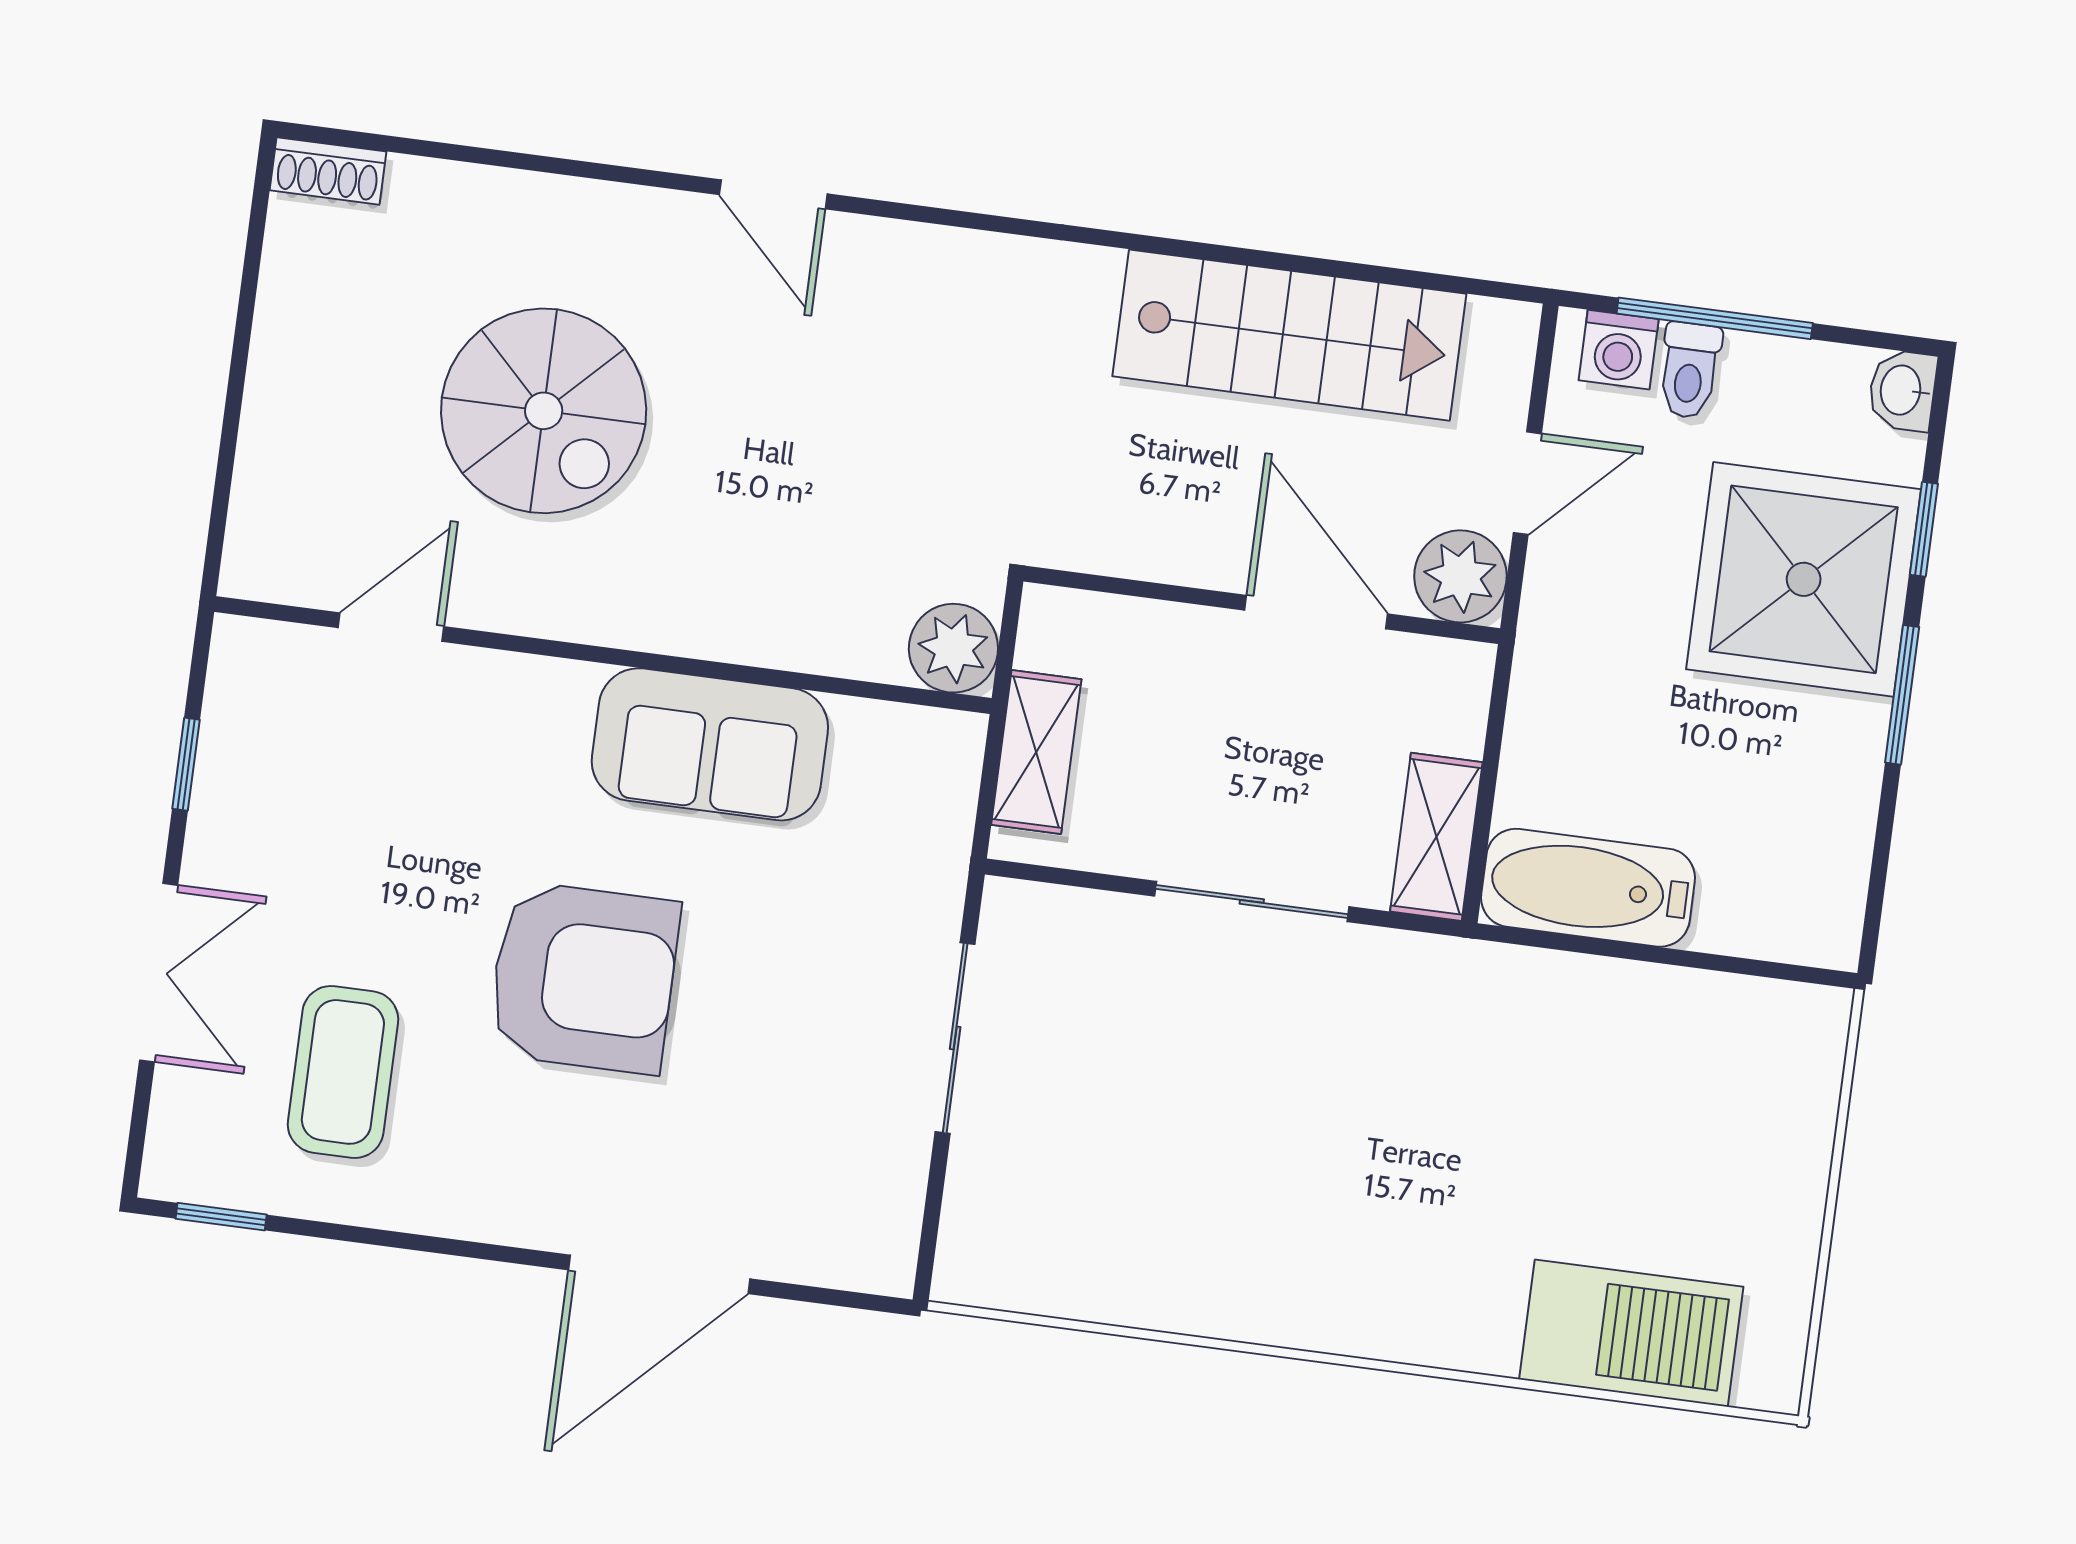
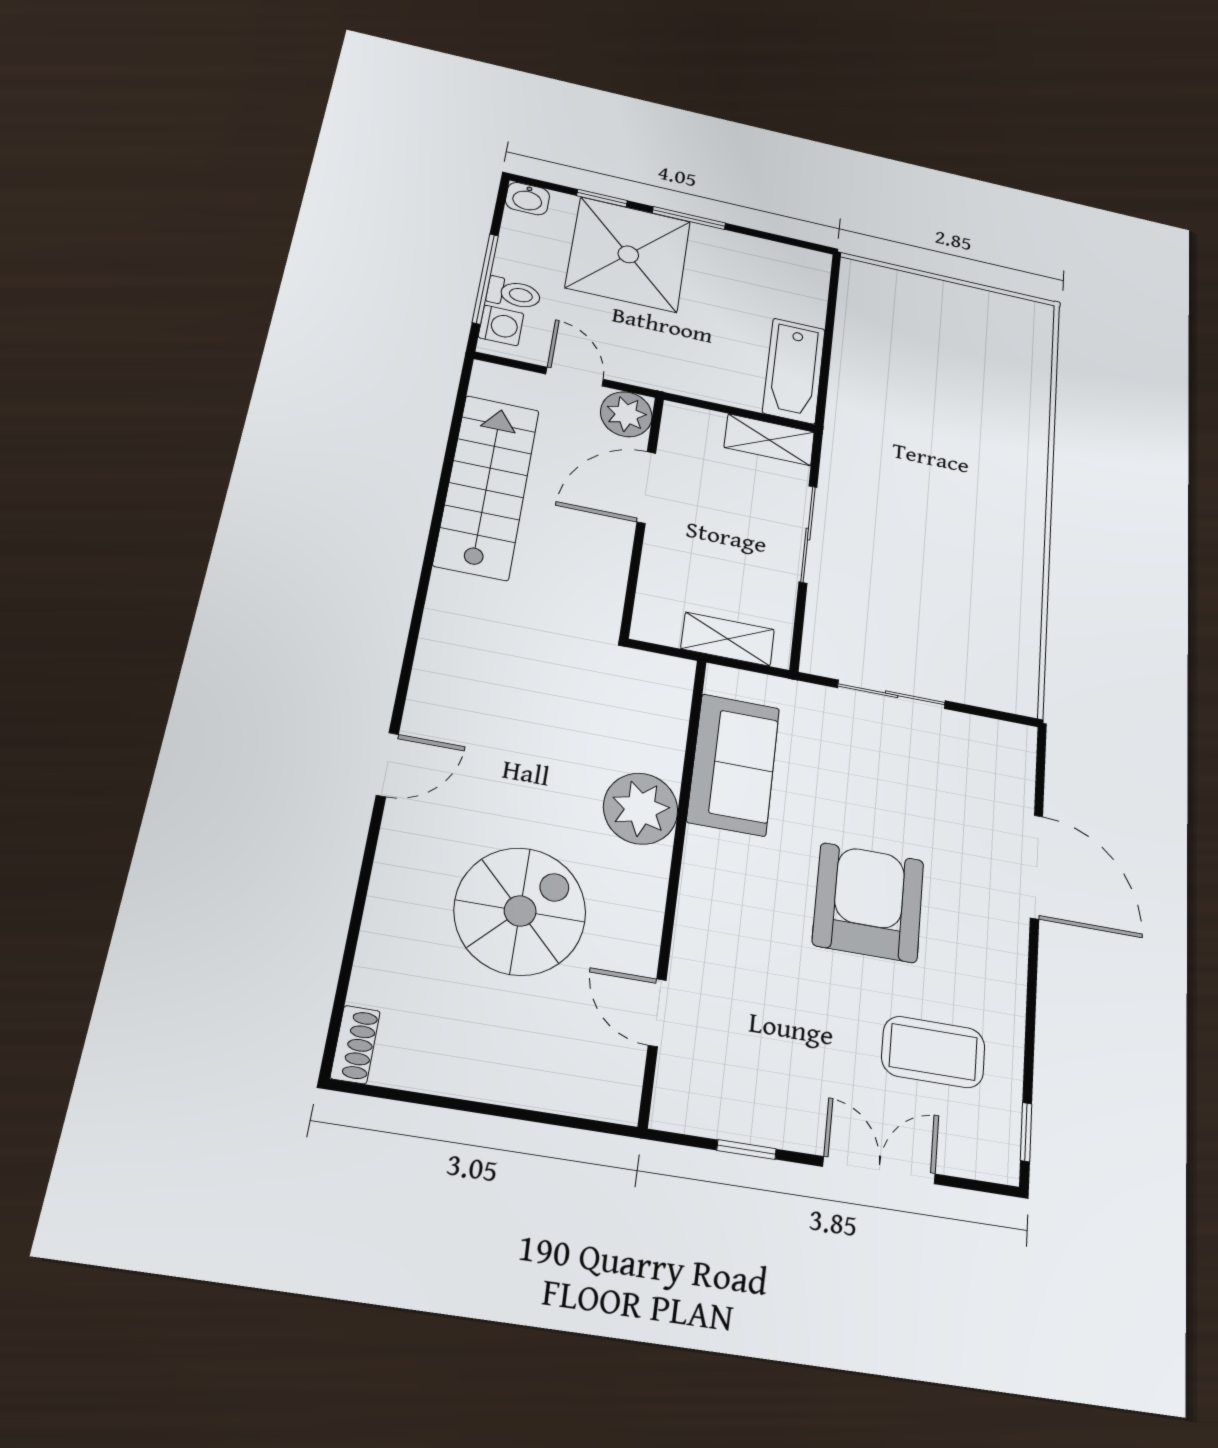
plant: (953, 648) -> (641, 809), moved, width x1.36, depth x1.36
sofa: (710, 744) -> (734, 764), moved
barbecue: (1631, 1333) -> (1021, 375), removed

